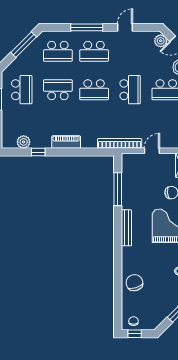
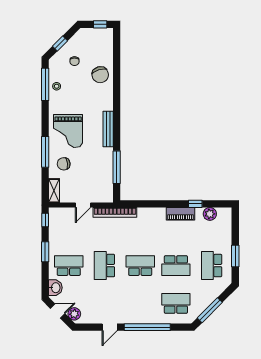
window: (87, 27) -> (147, 327), width x1.46
school desk: (94, 51) -> (140, 303), removed
piano: (66, 142) -> (180, 214), moved
chair: (134, 321) -> (74, 61), moved

